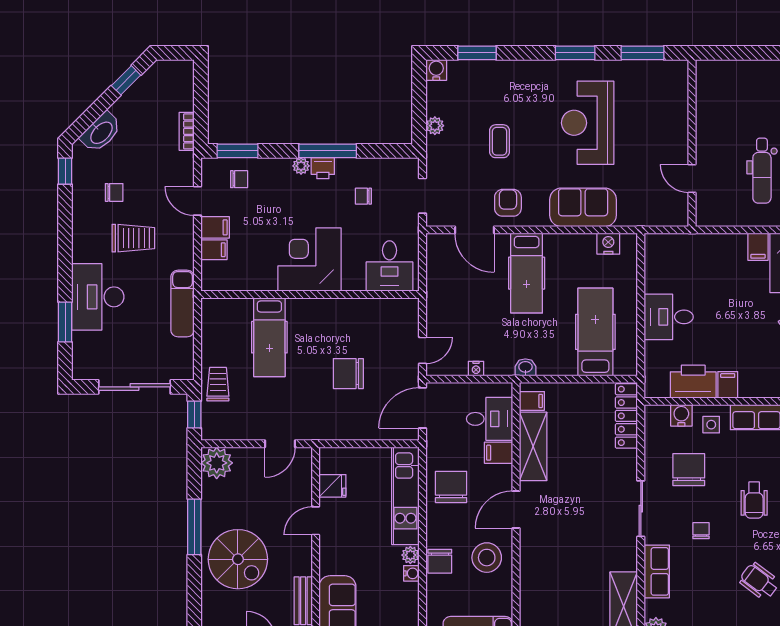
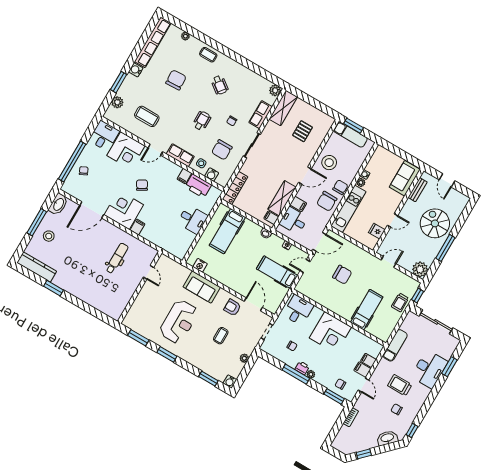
armchair: (508, 203) -> (232, 307), turned 90
hospital bed: (527, 273) -> (277, 272), moved, turned -90
chair: (440, 561) -> (340, 187), moved
pallet: (566, 585) -> (302, 131), added

